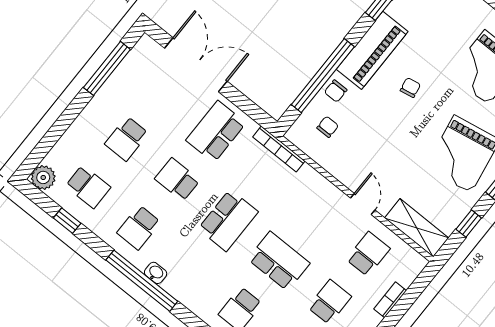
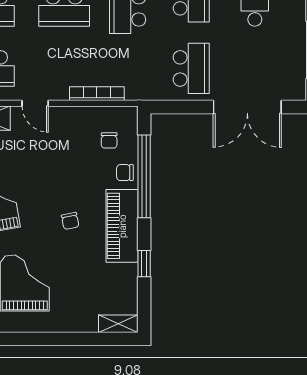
chair: (336, 91) -> (125, 173), turned -90
bookcase: (279, 149) -> (97, 94), moved

